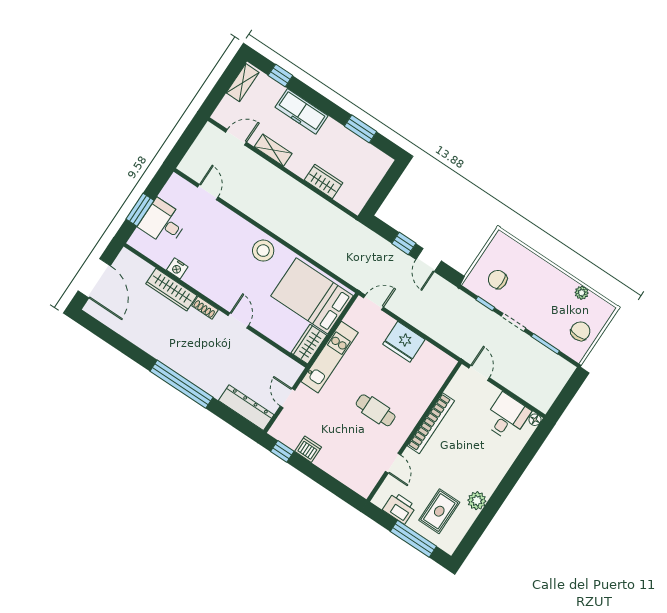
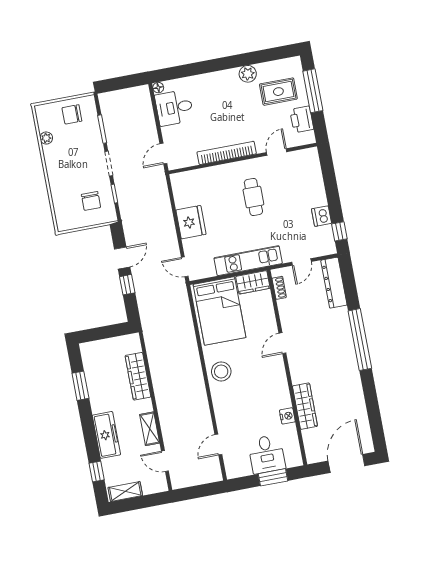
wardrobe: (323, 181) -> (138, 376), width x1.50
shoe rack: (205, 308) -> (279, 288), moved

